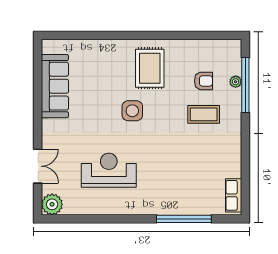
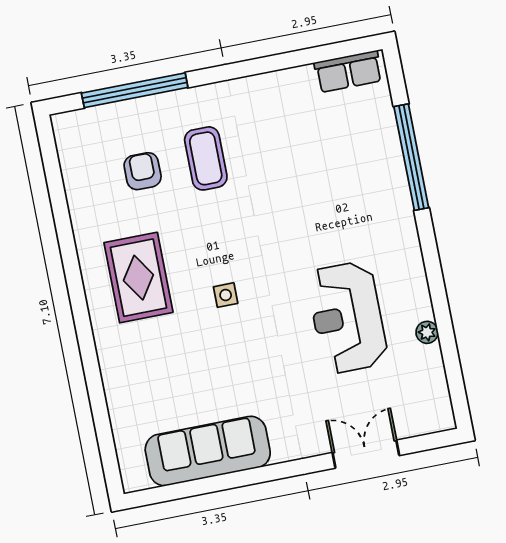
rug: (150, 68) -> (138, 278), turned 90
plant: (236, 82) -> (132, 110), removed
side table: (132, 111) -> (226, 295), width x0.54, depth x0.54
plant: (52, 204) -> (427, 332), moved, width x0.53, depth x0.53

